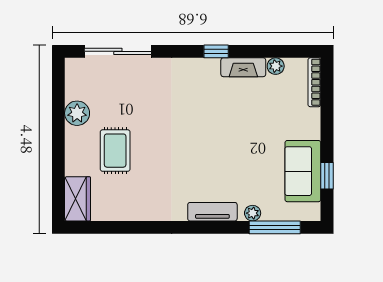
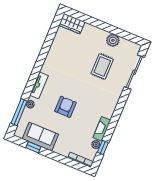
window: (216, 51) -> (103, 148), moved
armchair: (231, 149) -> (65, 107), added
rug: (115, 151) -> (102, 66), moved, turned 90

